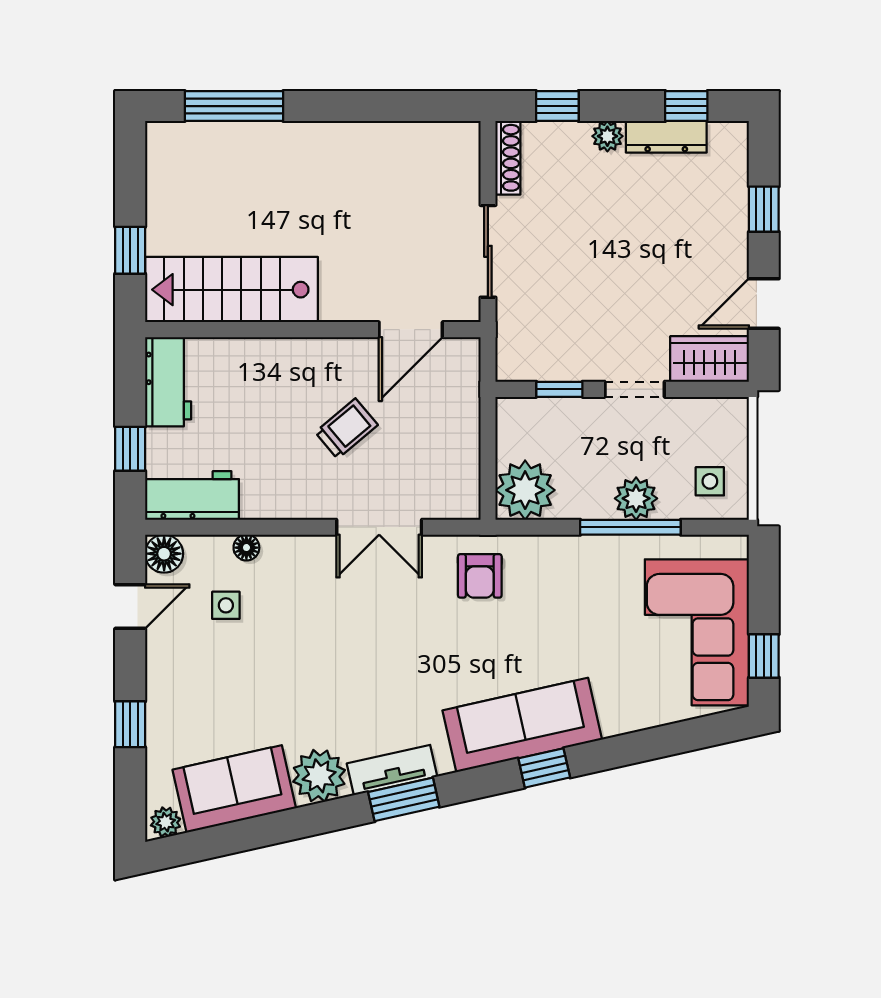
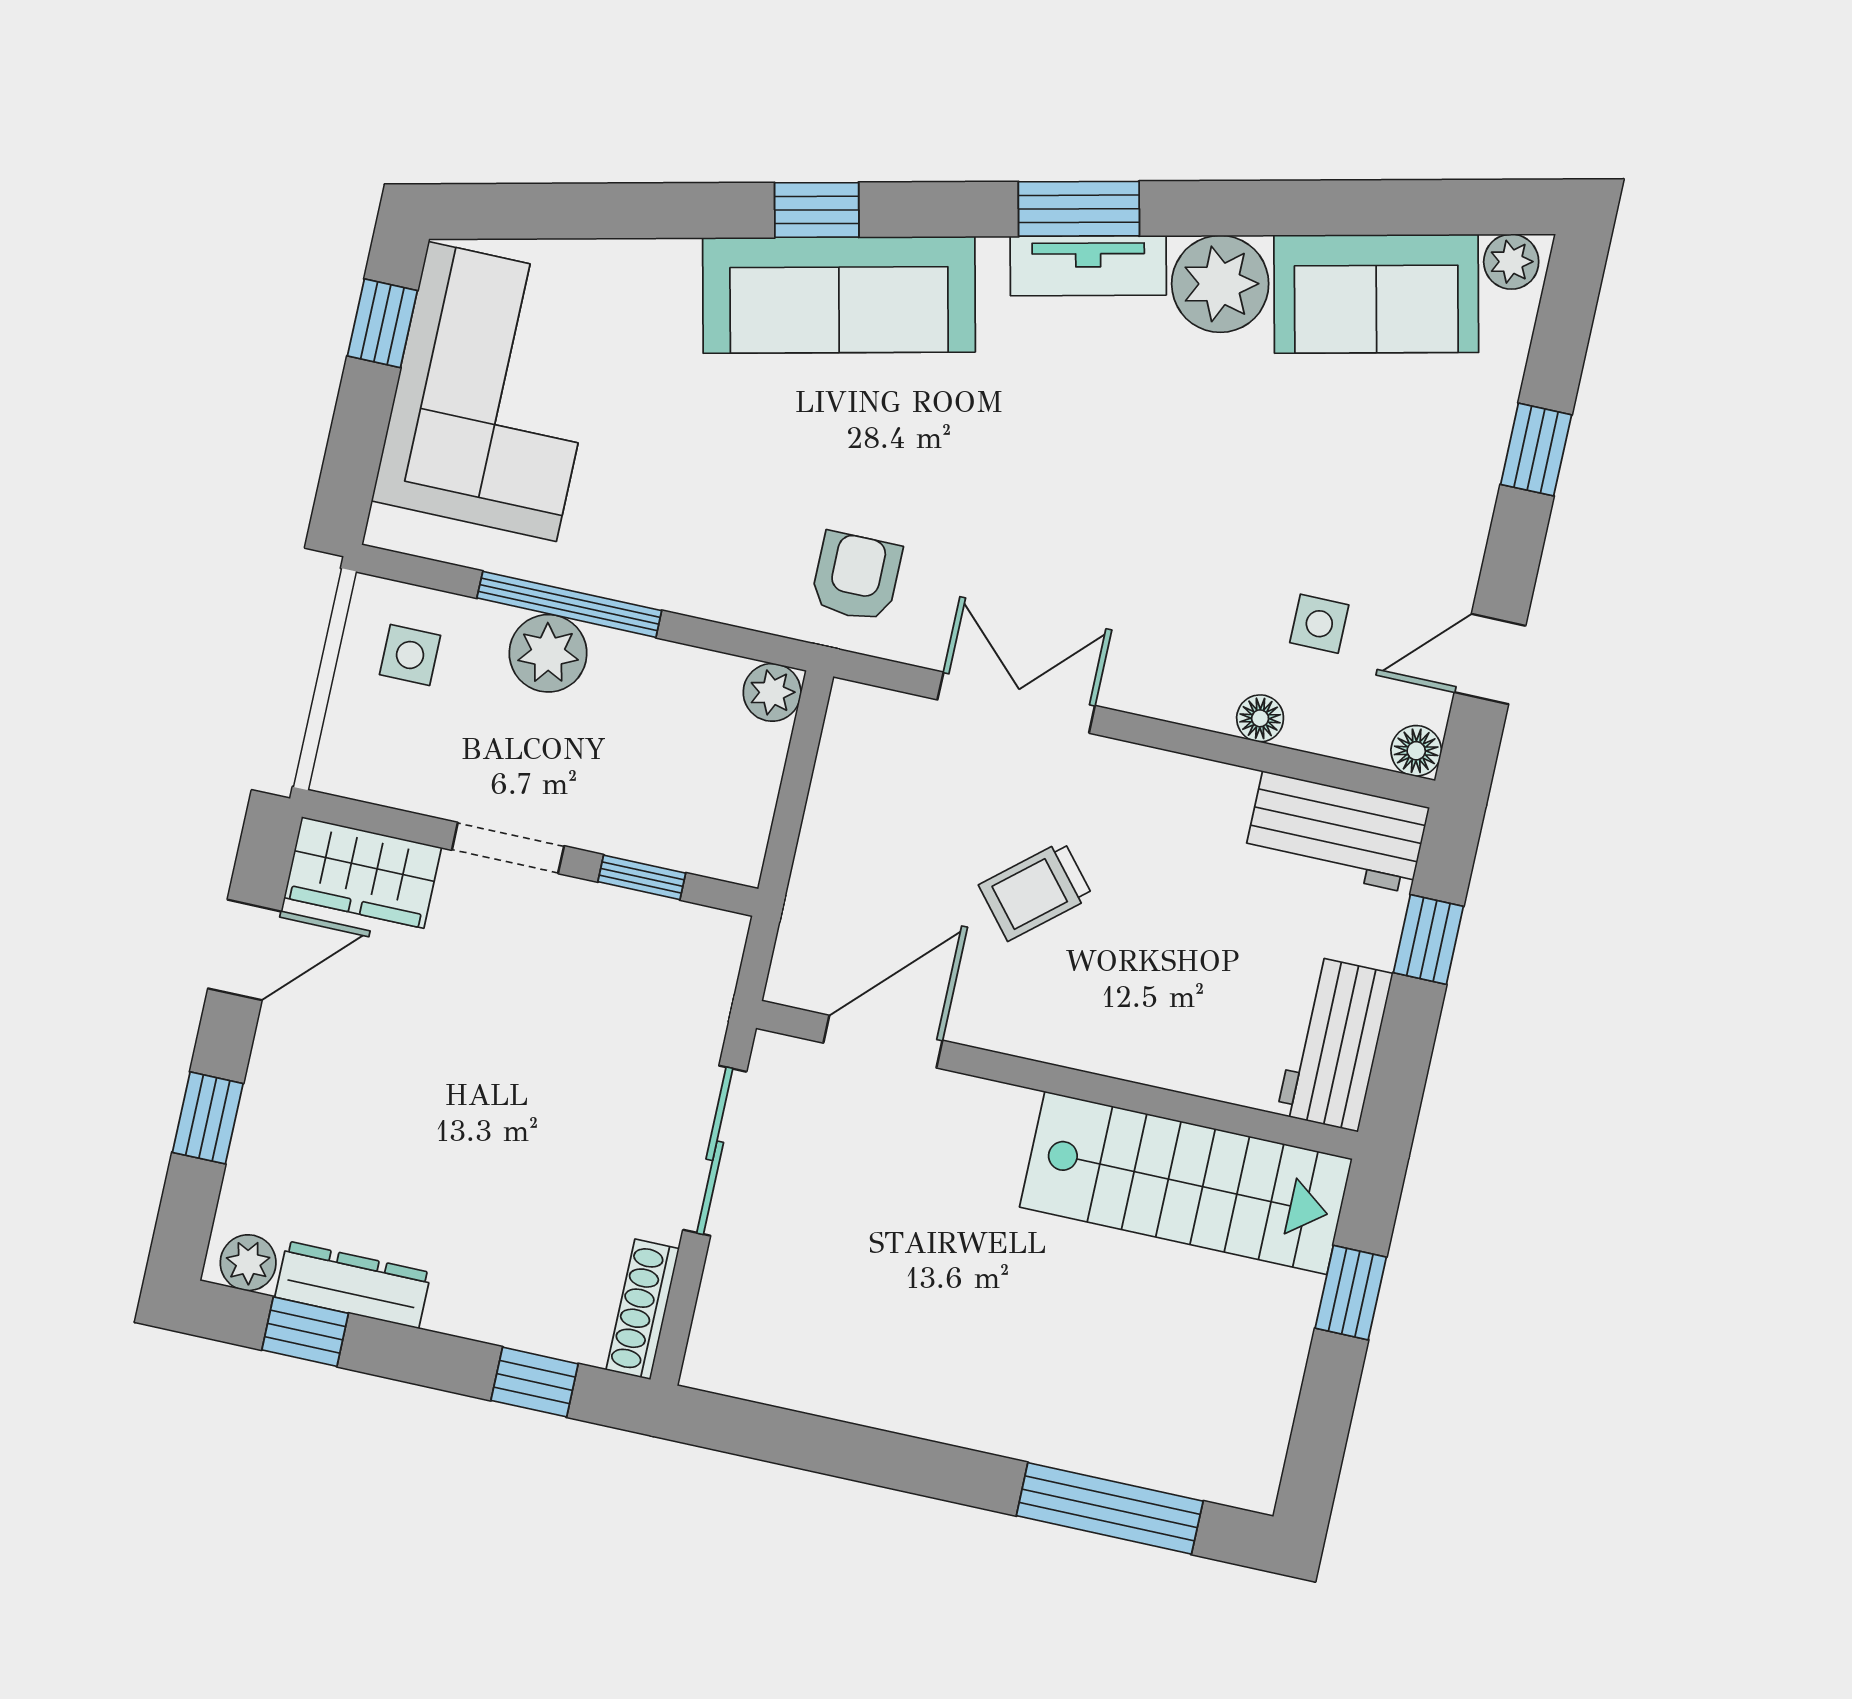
plant: (607, 136) -> (248, 1263), moved
plant: (525, 490) -> (772, 692), width x0.53, depth x0.53
floor lamp: (164, 554) -> (1416, 751), width x0.73, depth x0.73

